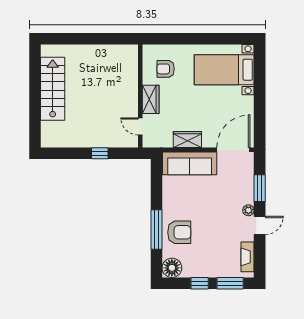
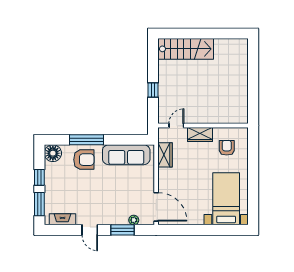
stairs: (53, 89) -> (186, 49), moved
wardrobe: (187, 139) -> (165, 155), moved
sofa: (190, 163) -> (126, 155), moved, turned -90
plant: (248, 210) -> (134, 220), moved
armchair: (179, 232) -> (84, 160), turned -90

